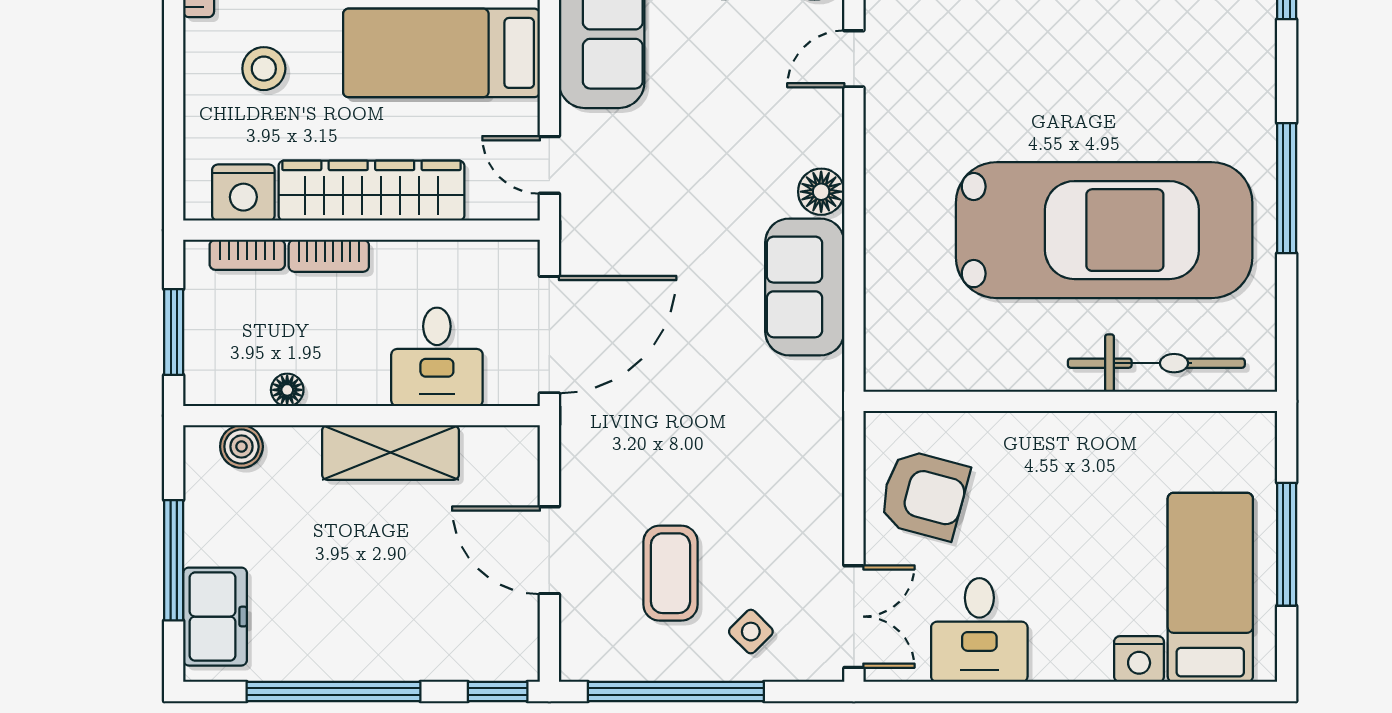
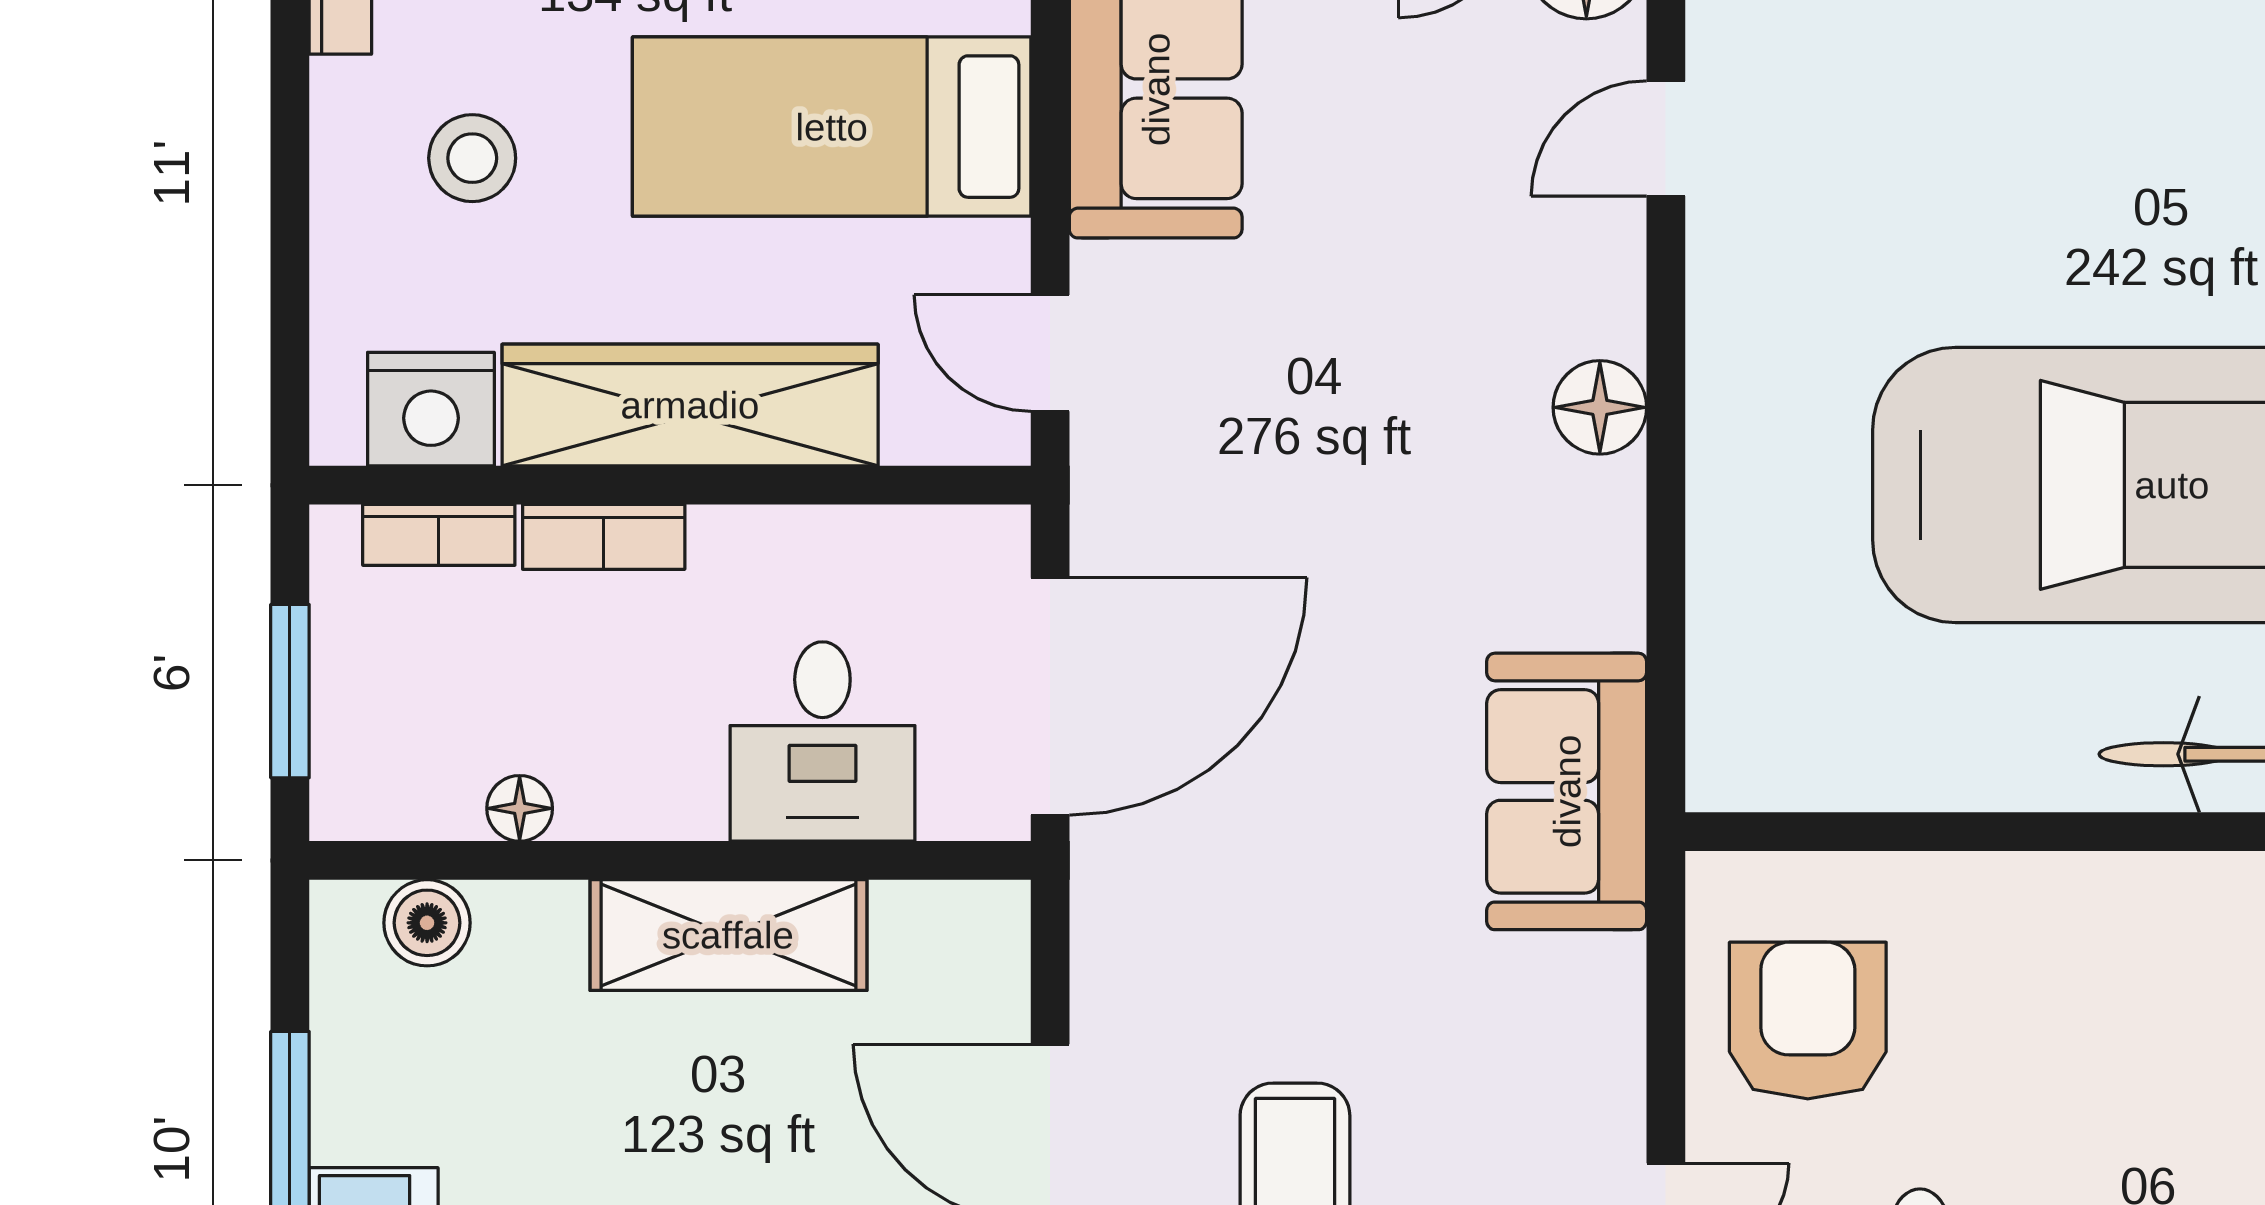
sofa: (805, 287) -> (1567, 791), moved
armchair: (924, 495) -> (1808, 1021), turned -105

